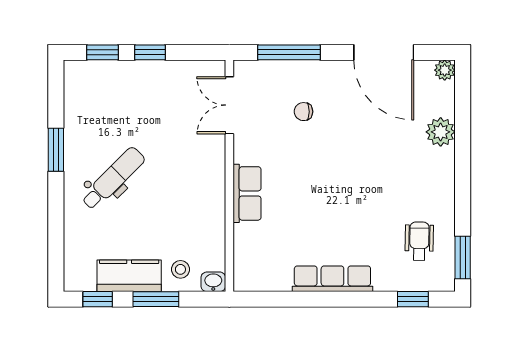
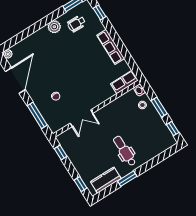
window: (150, 52) -> (61, 152), moved
double door: (229, 105) -> (81, 118), moved
plant: (441, 132) -> (54, 27), moved
dental chair: (113, 178) -> (125, 151), turned 45
row of seats: (247, 193) -> (124, 82), moved
kitchen counter: (129, 276) -> (106, 180), moved, turned 90

